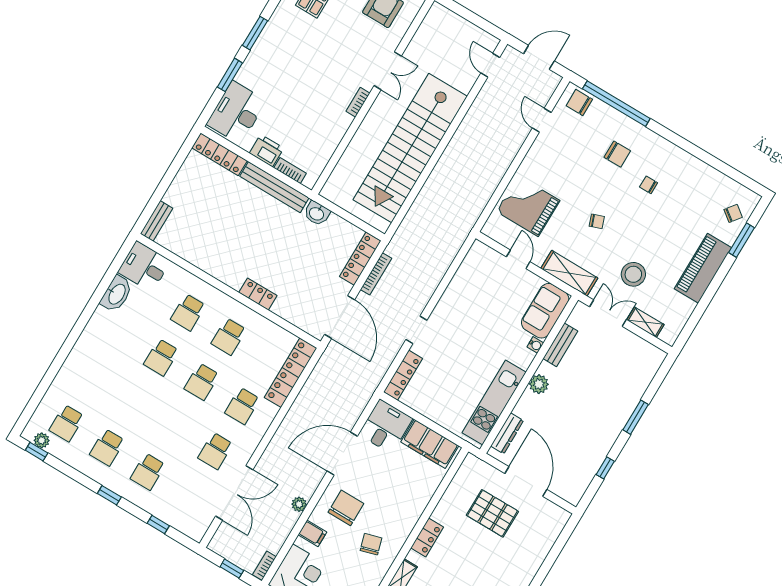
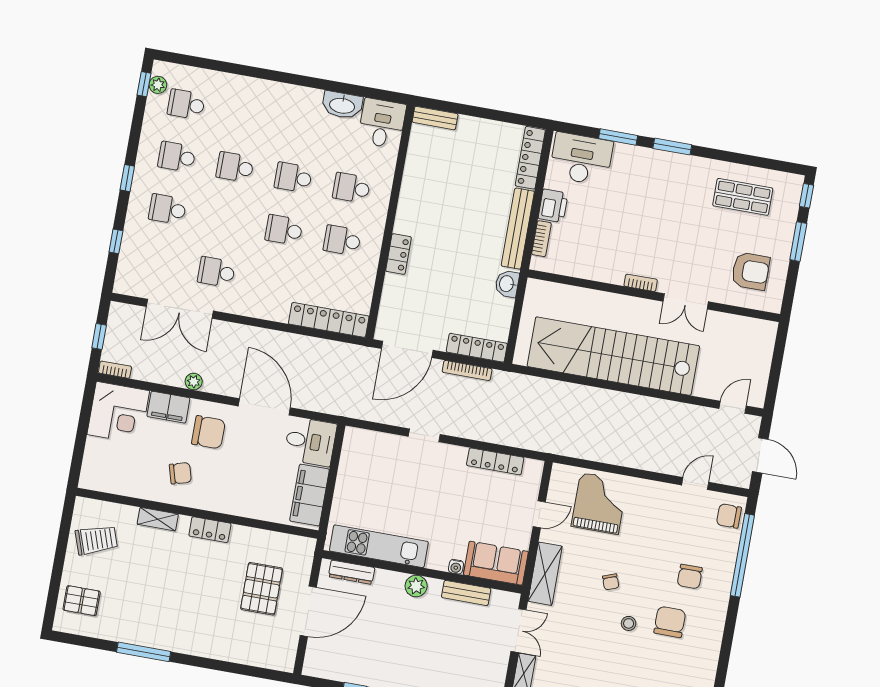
chair: (579, 103) -> (729, 516), turned -90
chair: (649, 185) -> (670, 622), width x1.87, depth x1.87
stool: (633, 274) -> (629, 623), moved, width x0.53, depth x0.53
locker: (403, 375) -> (495, 461), moved
school desk: (242, 406) -> (235, 167), moved
filing cabinet: (312, 533) -> (168, 407), width x2.00

